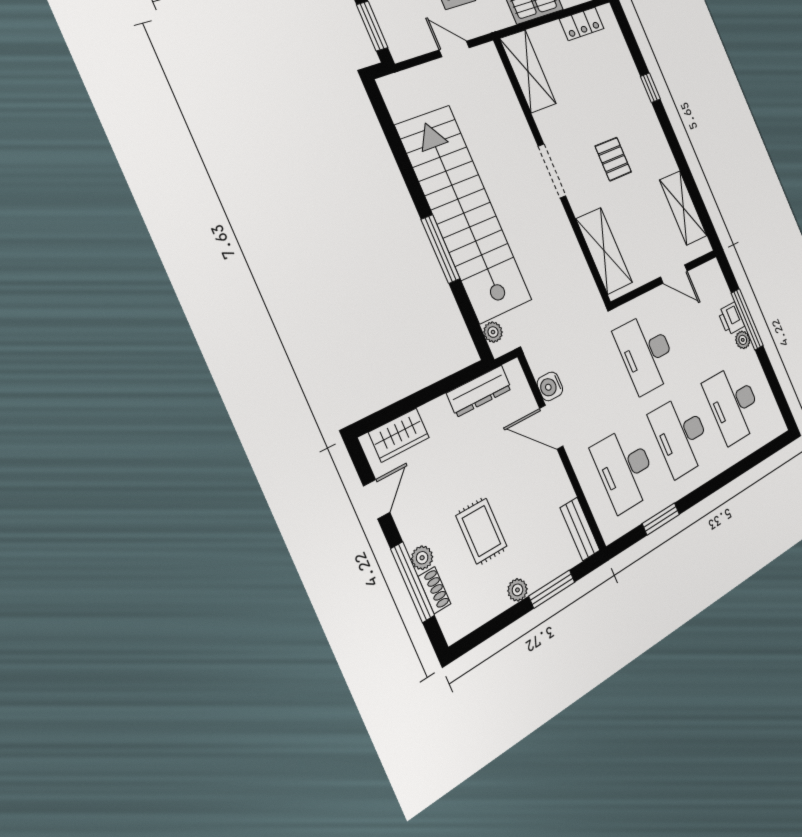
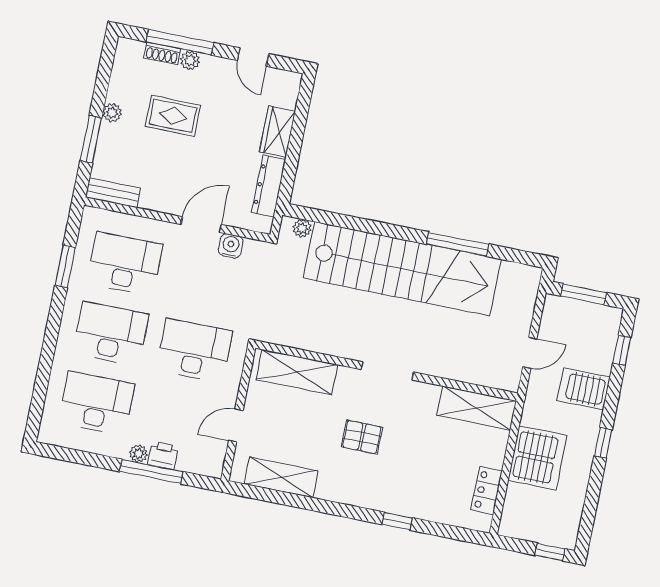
window: (441, 249) -> (458, 244), moved
wardrobe: (399, 435) -> (277, 132), moved

